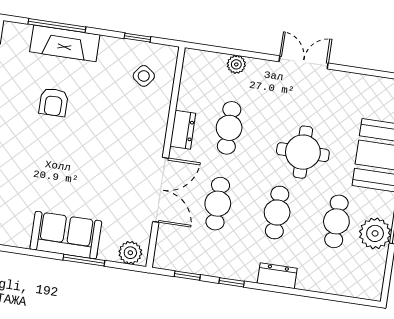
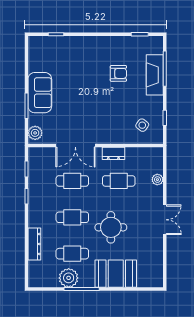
armchair: (54, 102) -> (118, 73), turned 180
dresser: (277, 276) -> (34, 244), moved, width x1.44

